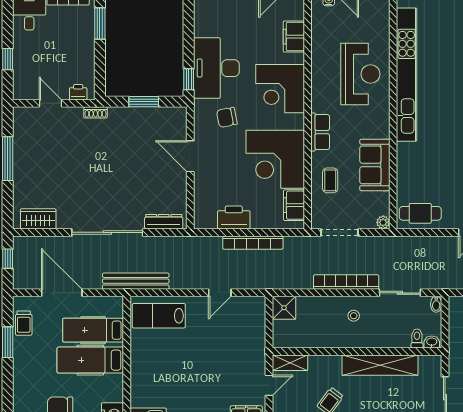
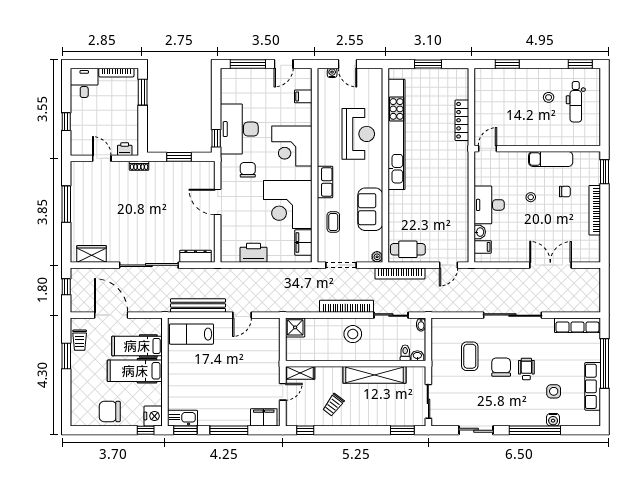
filing cabinet: (294, 37) -> (303, 96), width x0.50
chair: (227, 117) -> (248, 170), turned 101
bookcase: (253, 243) -> (400, 274), moved
bench: (136, 281) -> (198, 305), moved
stool: (354, 316) -> (353, 334), width x1.89, depth x1.89

